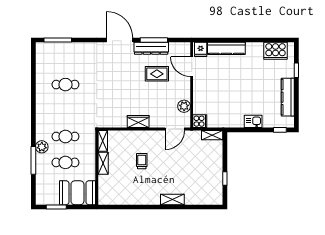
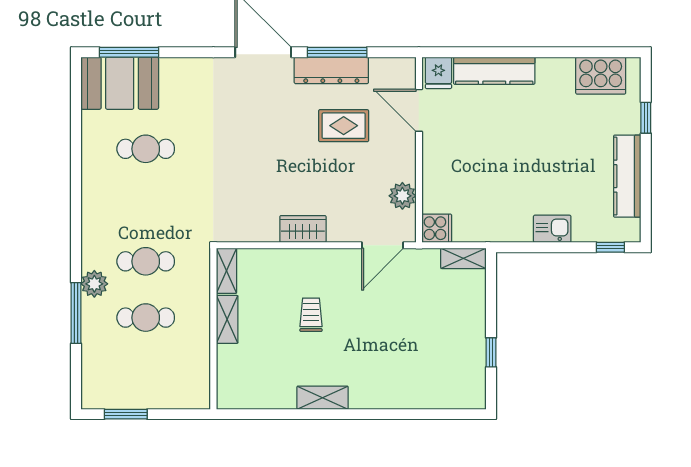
booth: (77, 193) -> (120, 83), moved
shelving: (172, 199) -> (323, 398), moved

